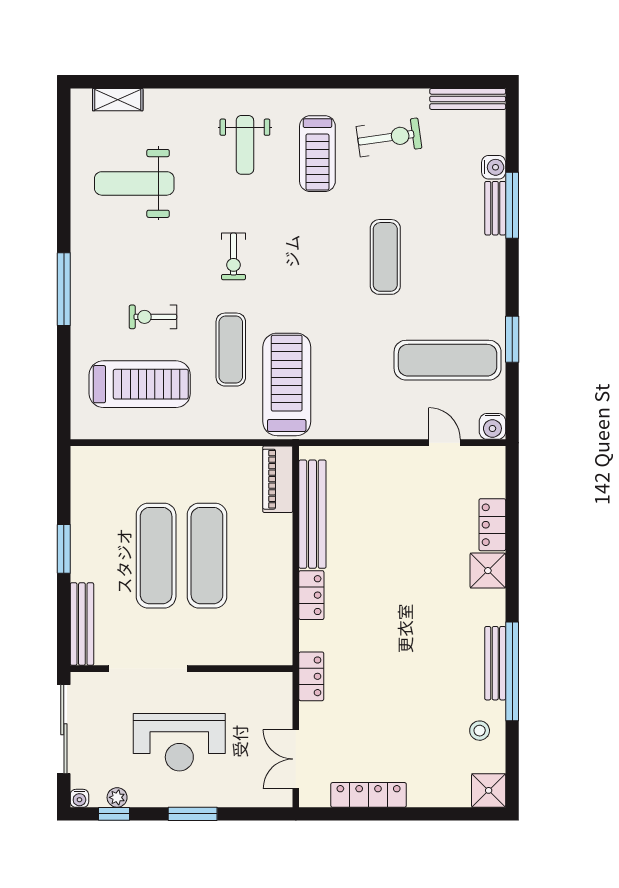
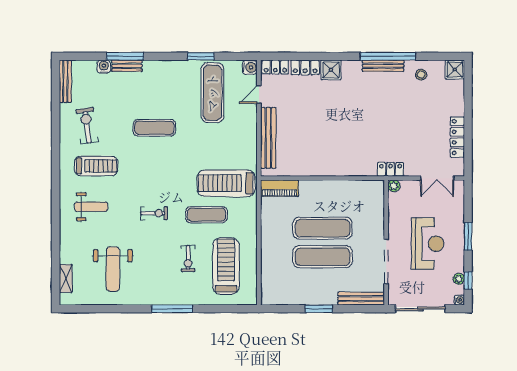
bench: (312, 514) -> (268, 138), moved, turned 90
locker: (311, 595) -> (275, 67), moved, turned 180
plant: (282, 682) -> (394, 186), added

